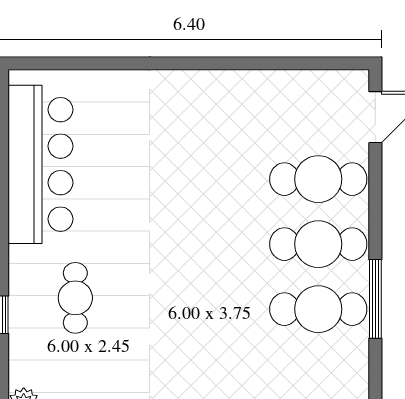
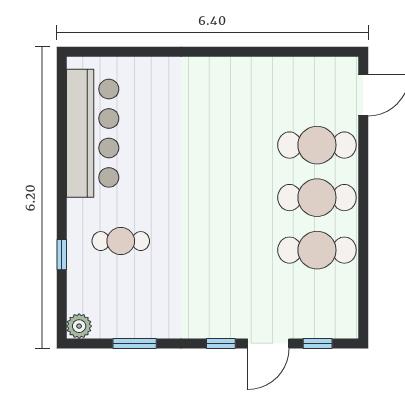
cafe table: (75, 298) -> (121, 241), turned 90
window: (375, 299) -> (363, 242), removed

